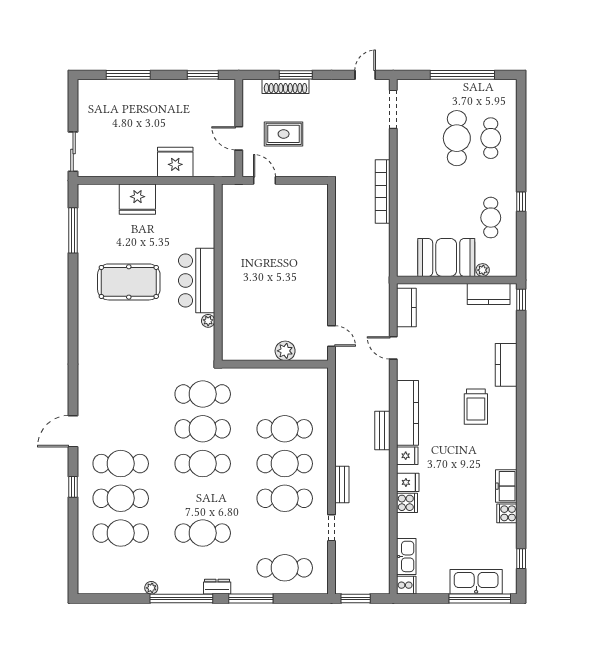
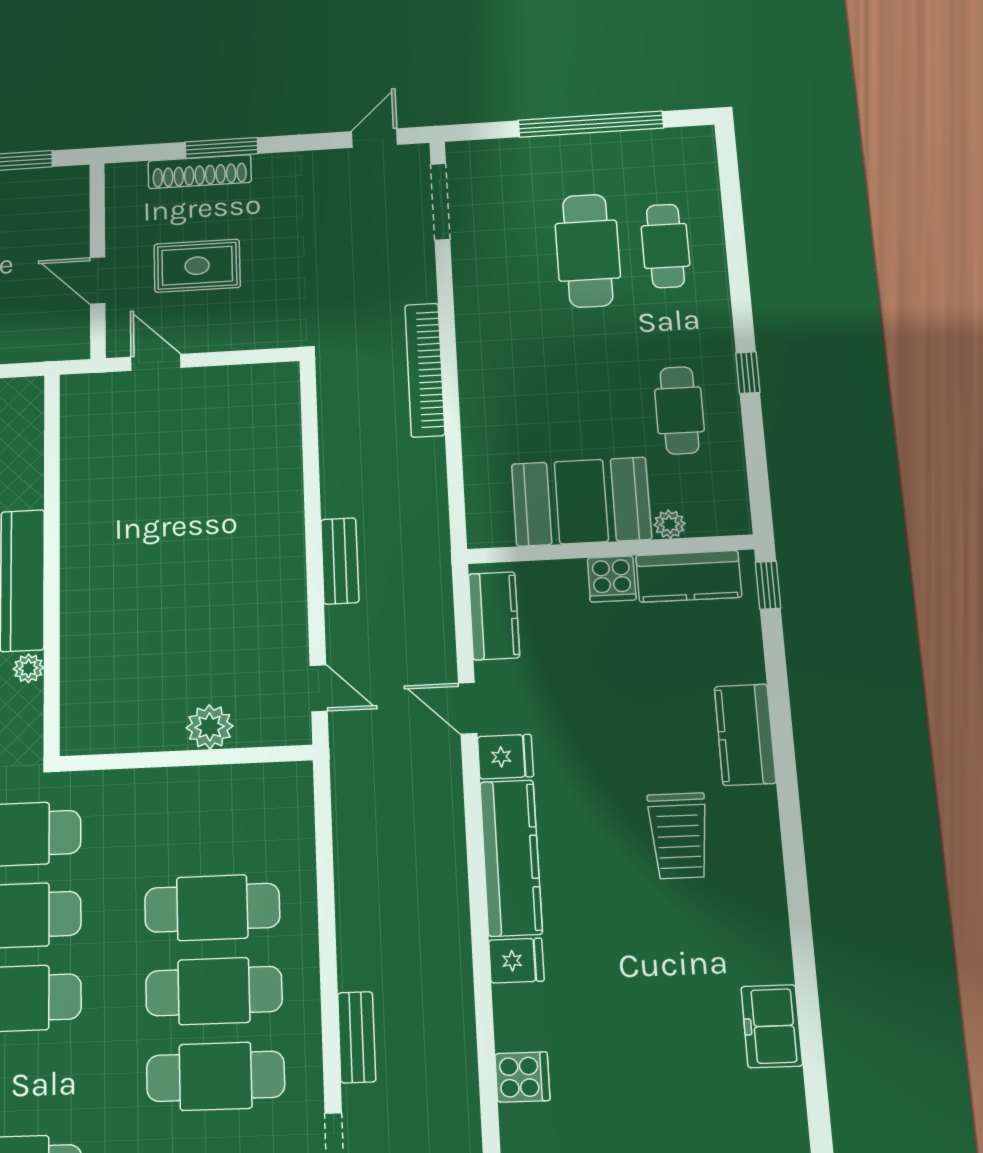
bench: (382, 431) -> (340, 561), moved
fridge: (408, 482) -> (505, 757), moved
cooker: (507, 513) -> (612, 579), moved, turned -90

